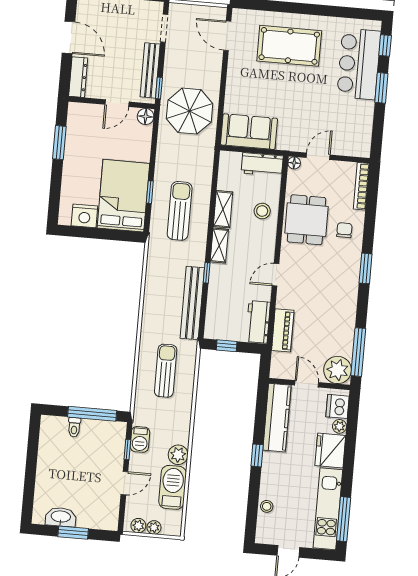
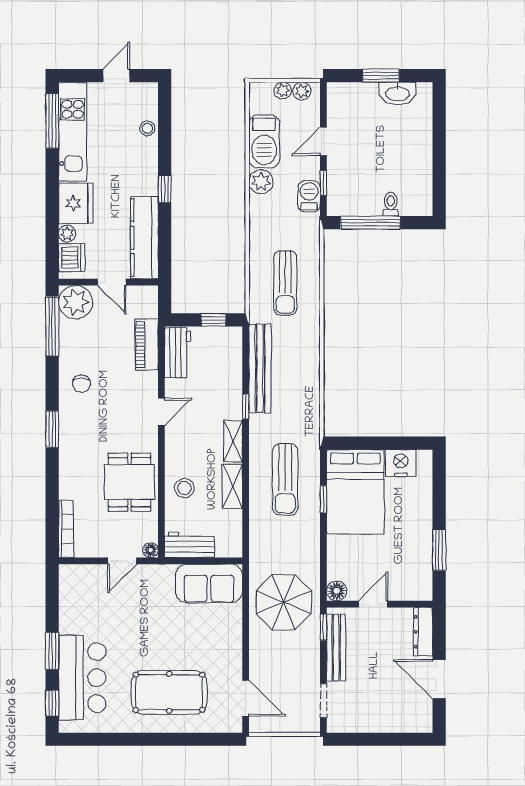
chair: (344, 230) -> (82, 384), moved

